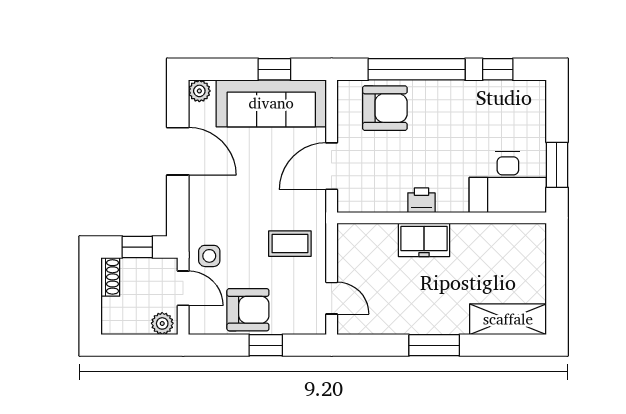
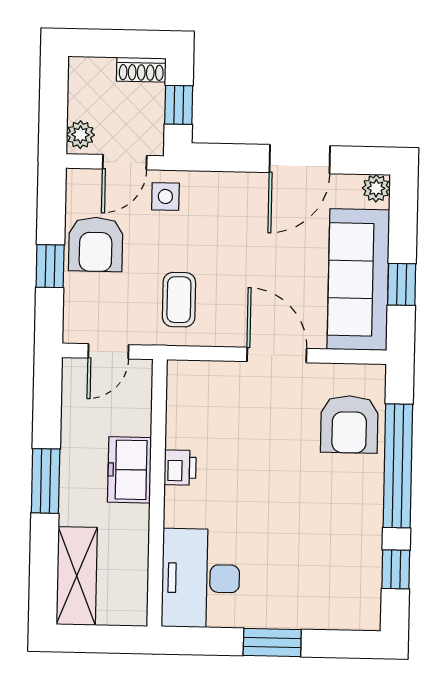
desk: (508, 182) -> (201, 578), moved
printer: (421, 200) -> (180, 468), moved
wall: (442, 218) -> (157, 493), moved
freezer: (424, 240) -> (129, 470), moved

